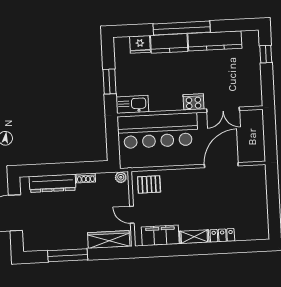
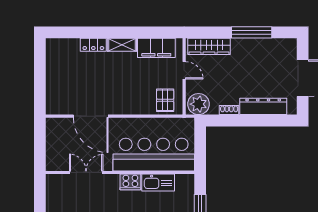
cooker: (193, 102) -> (130, 182), moved
kitchen sink: (132, 104) -> (158, 182), moved
door: (221, 165) -> (91, 116), hinge flipped
plant: (121, 177) -> (199, 104), width x1.88, depth x1.88
pallet: (149, 184) -> (165, 100), turned 90

